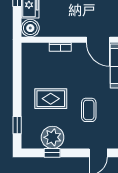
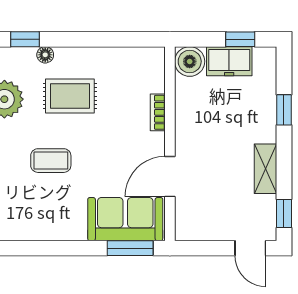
rug: (51, 99) -> (70, 96), turned 90
floor lamp: (26, 113) -> (45, 55), added

